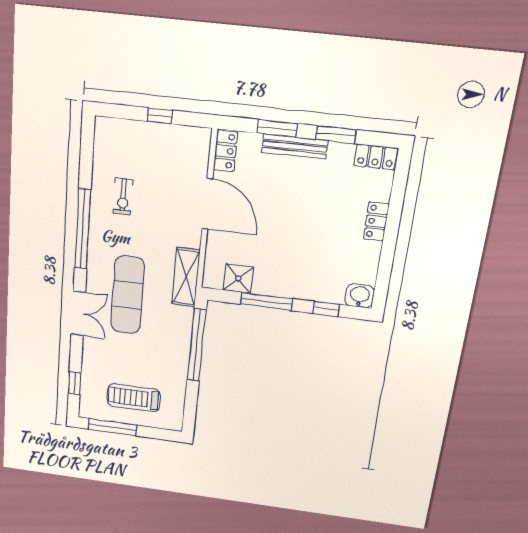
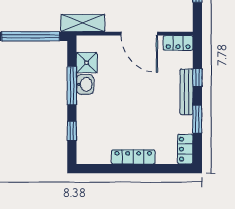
window: (277, 128) -> (197, 78), width x0.67
door: (207, 204) -> (139, 34), hinge flipped
locker: (376, 221) -> (133, 157), width x1.53
washbasin: (360, 296) -> (85, 84), moved

